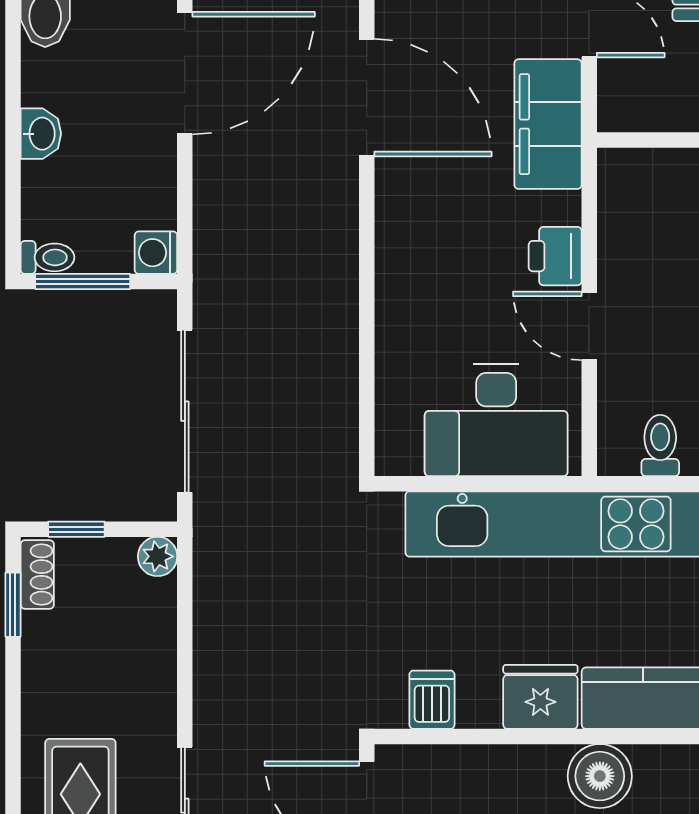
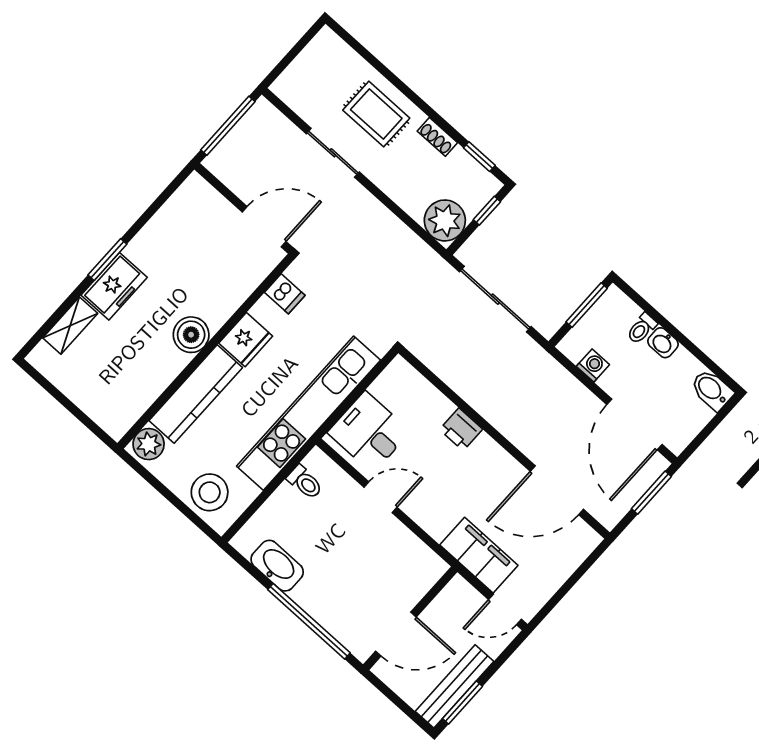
washing machine: (156, 253) -> (593, 365), moved
printer: (555, 256) -> (461, 429), moved, turned 180
toilet: (47, 257) -> (642, 328), moved
desk: (496, 420) -> (369, 432), width x0.73
plant: (158, 556) -> (445, 220), width x1.88, depth x1.88
shoe rack: (37, 575) -> (437, 137), moved

